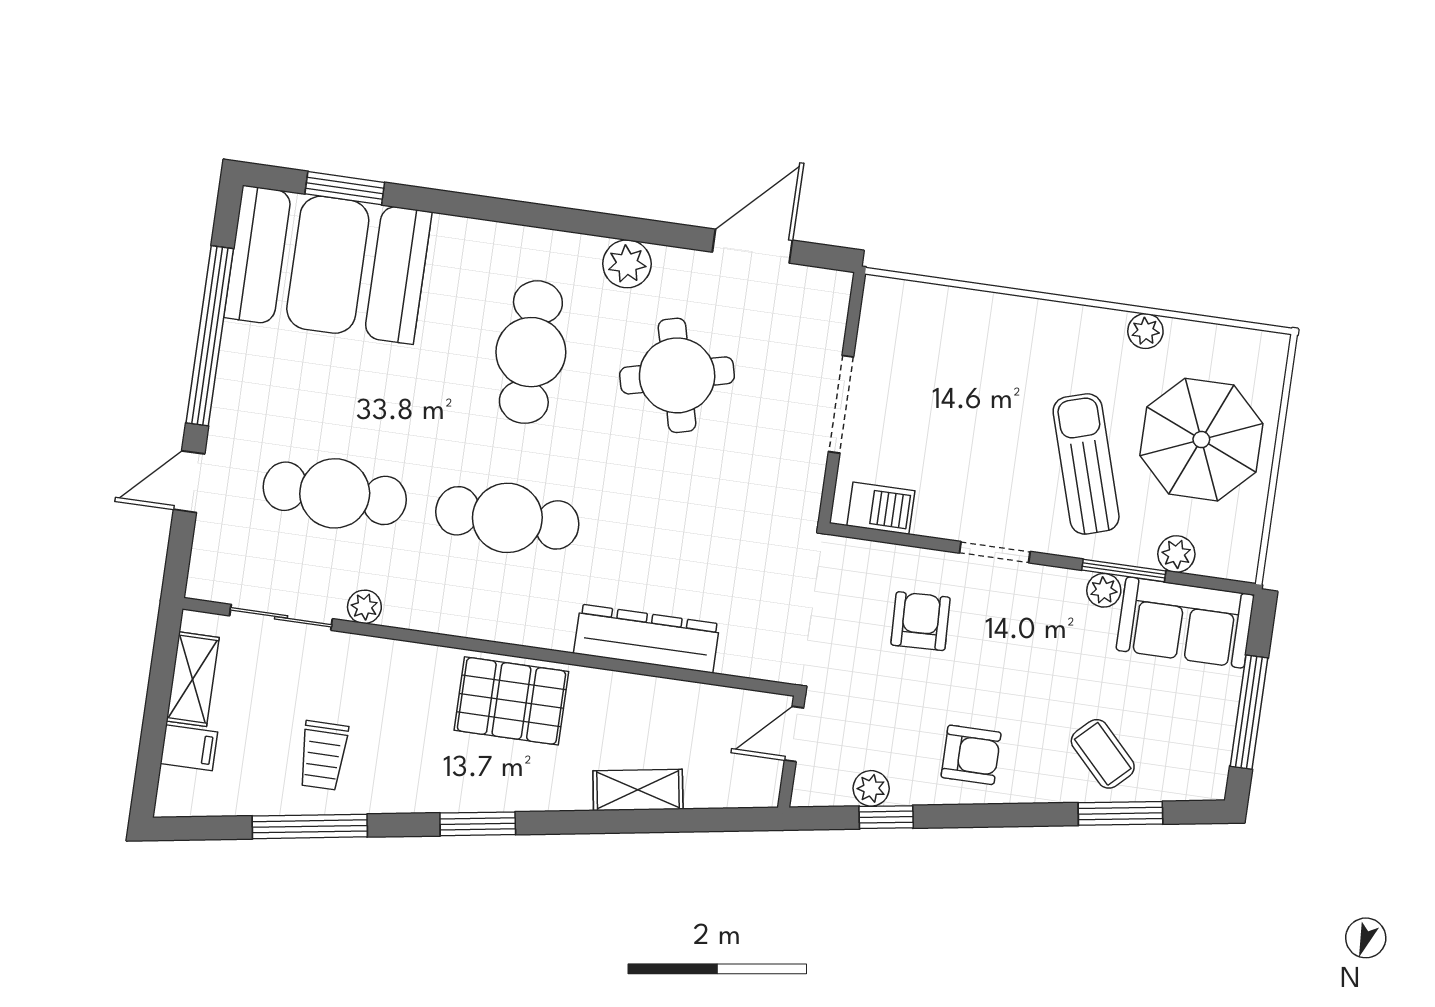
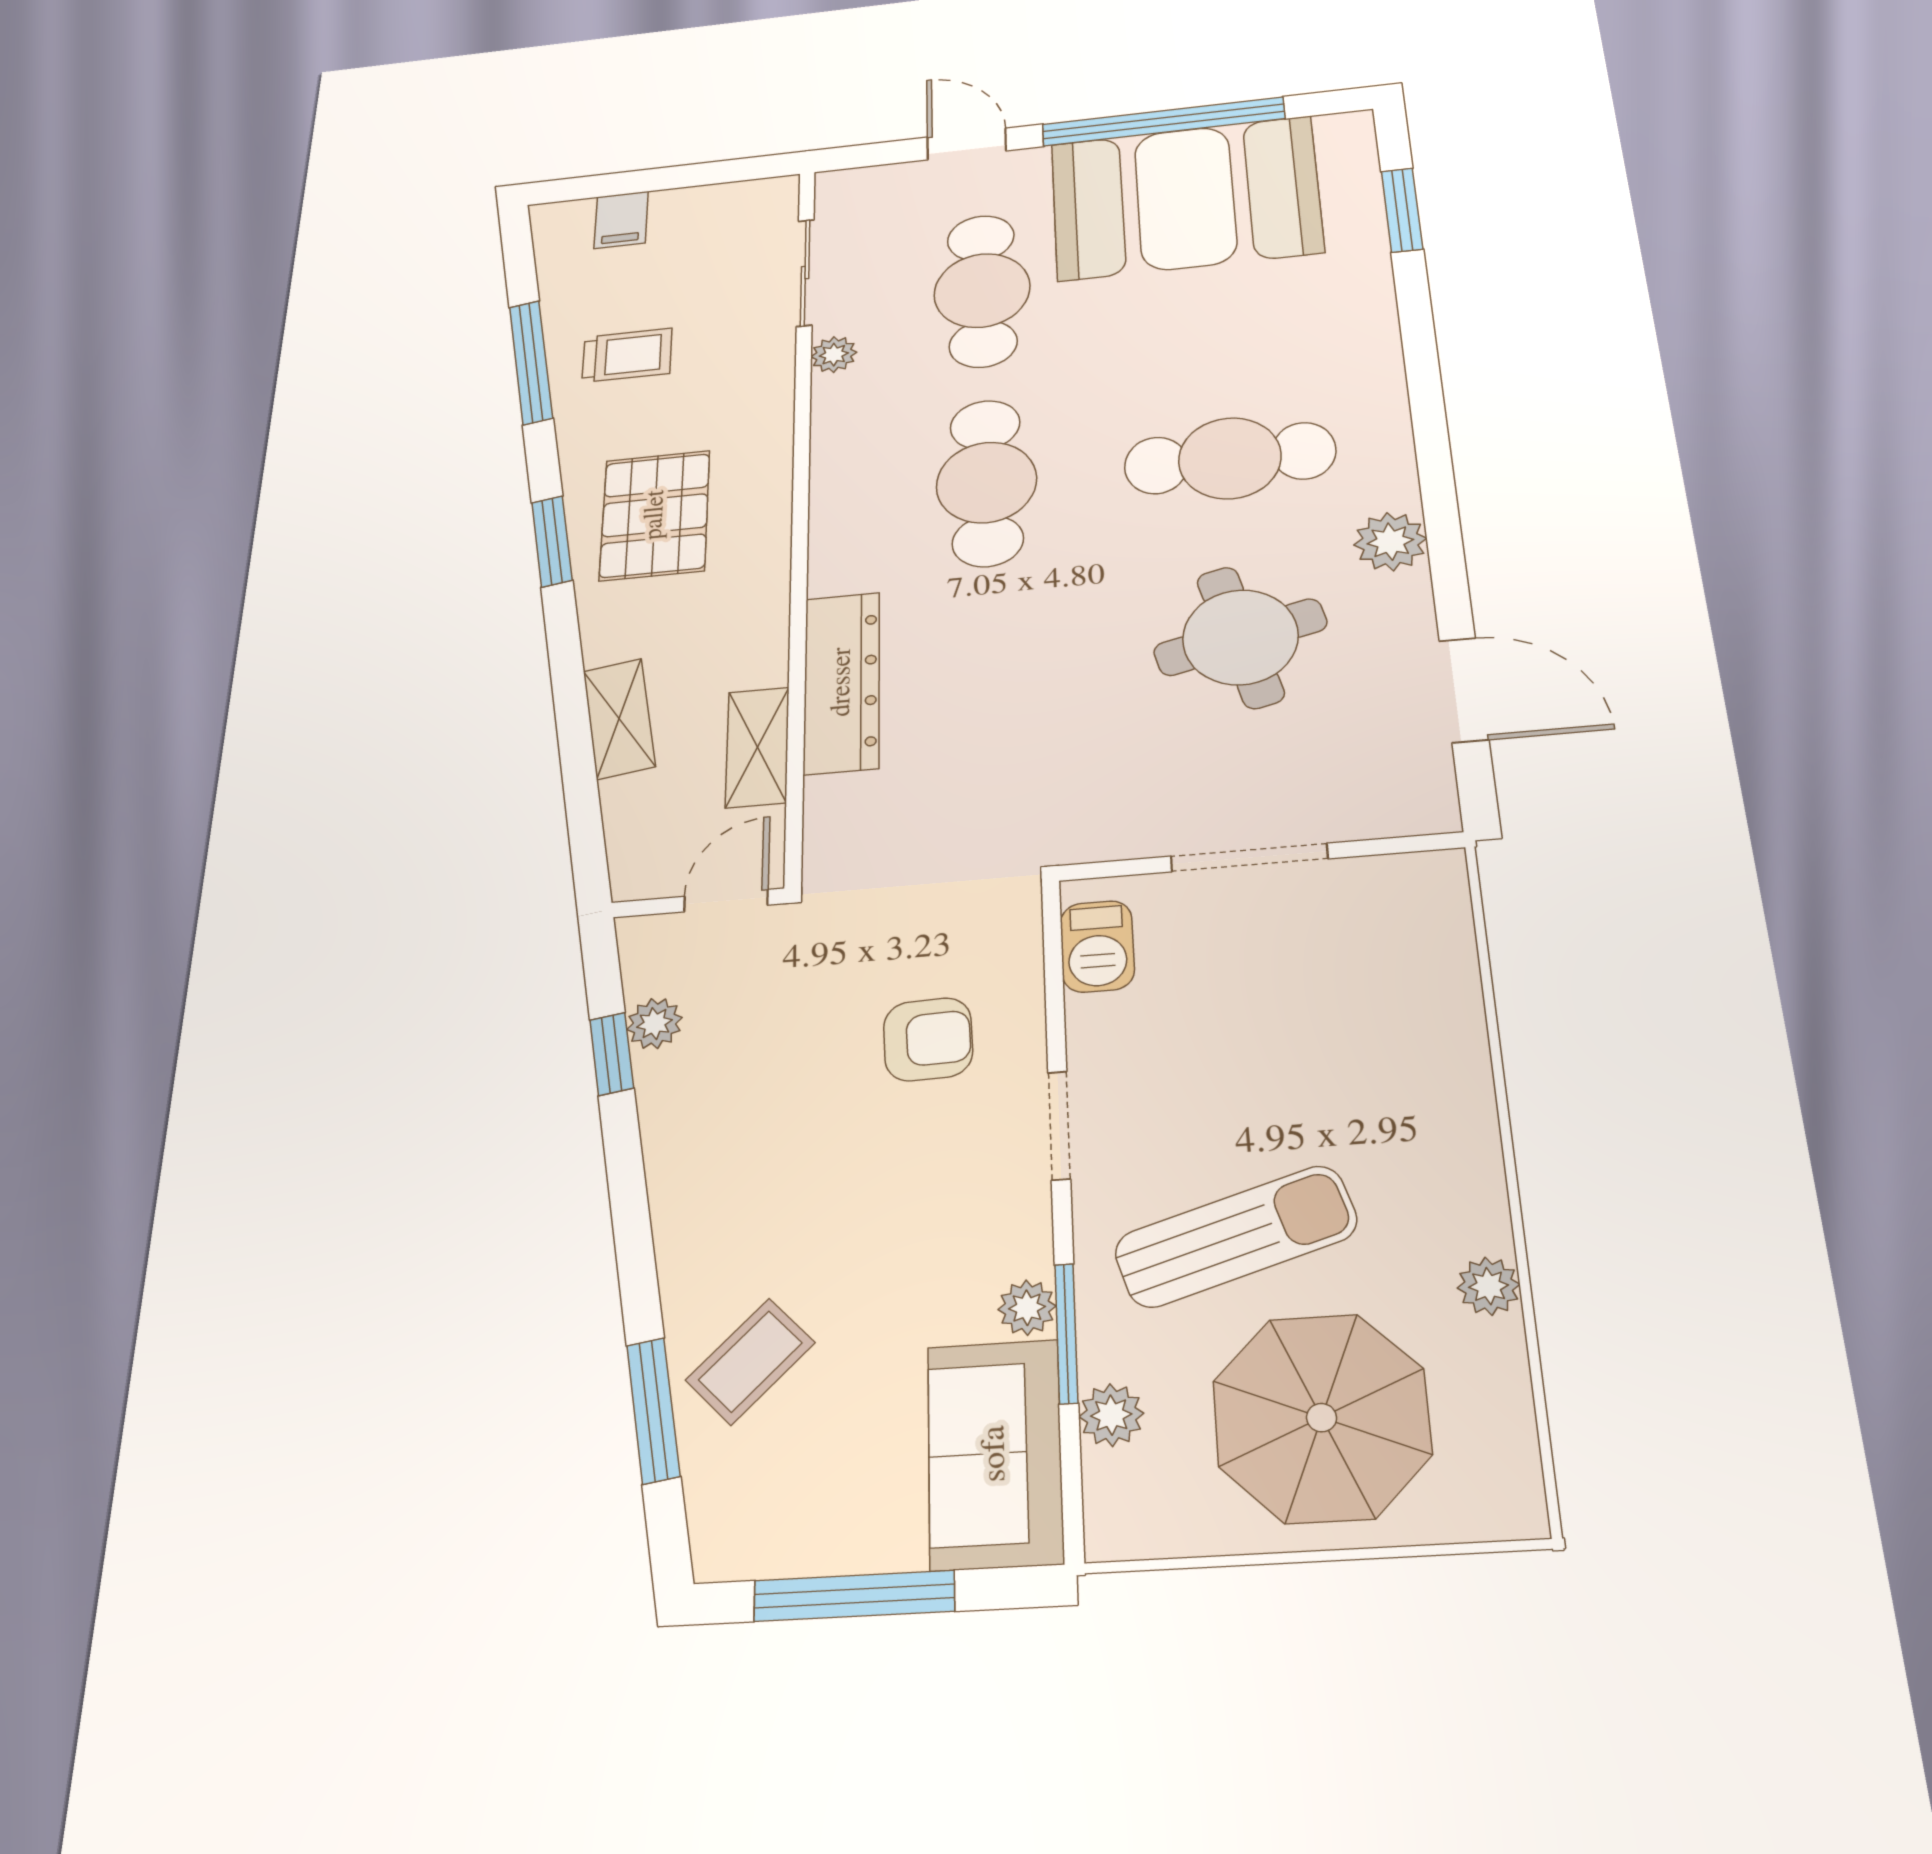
booth: (328, 265) -> (1185, 198), moved, turned 90
shelving: (193, 679) -> (757, 747), moved, turned 90
pallet: (511, 701) -> (655, 515), moved
door: (794, 734) -> (726, 901), hinge flipped
trolley: (323, 755) -> (627, 355), turned 180
armchair: (971, 755) -> (724, 1157), removed

